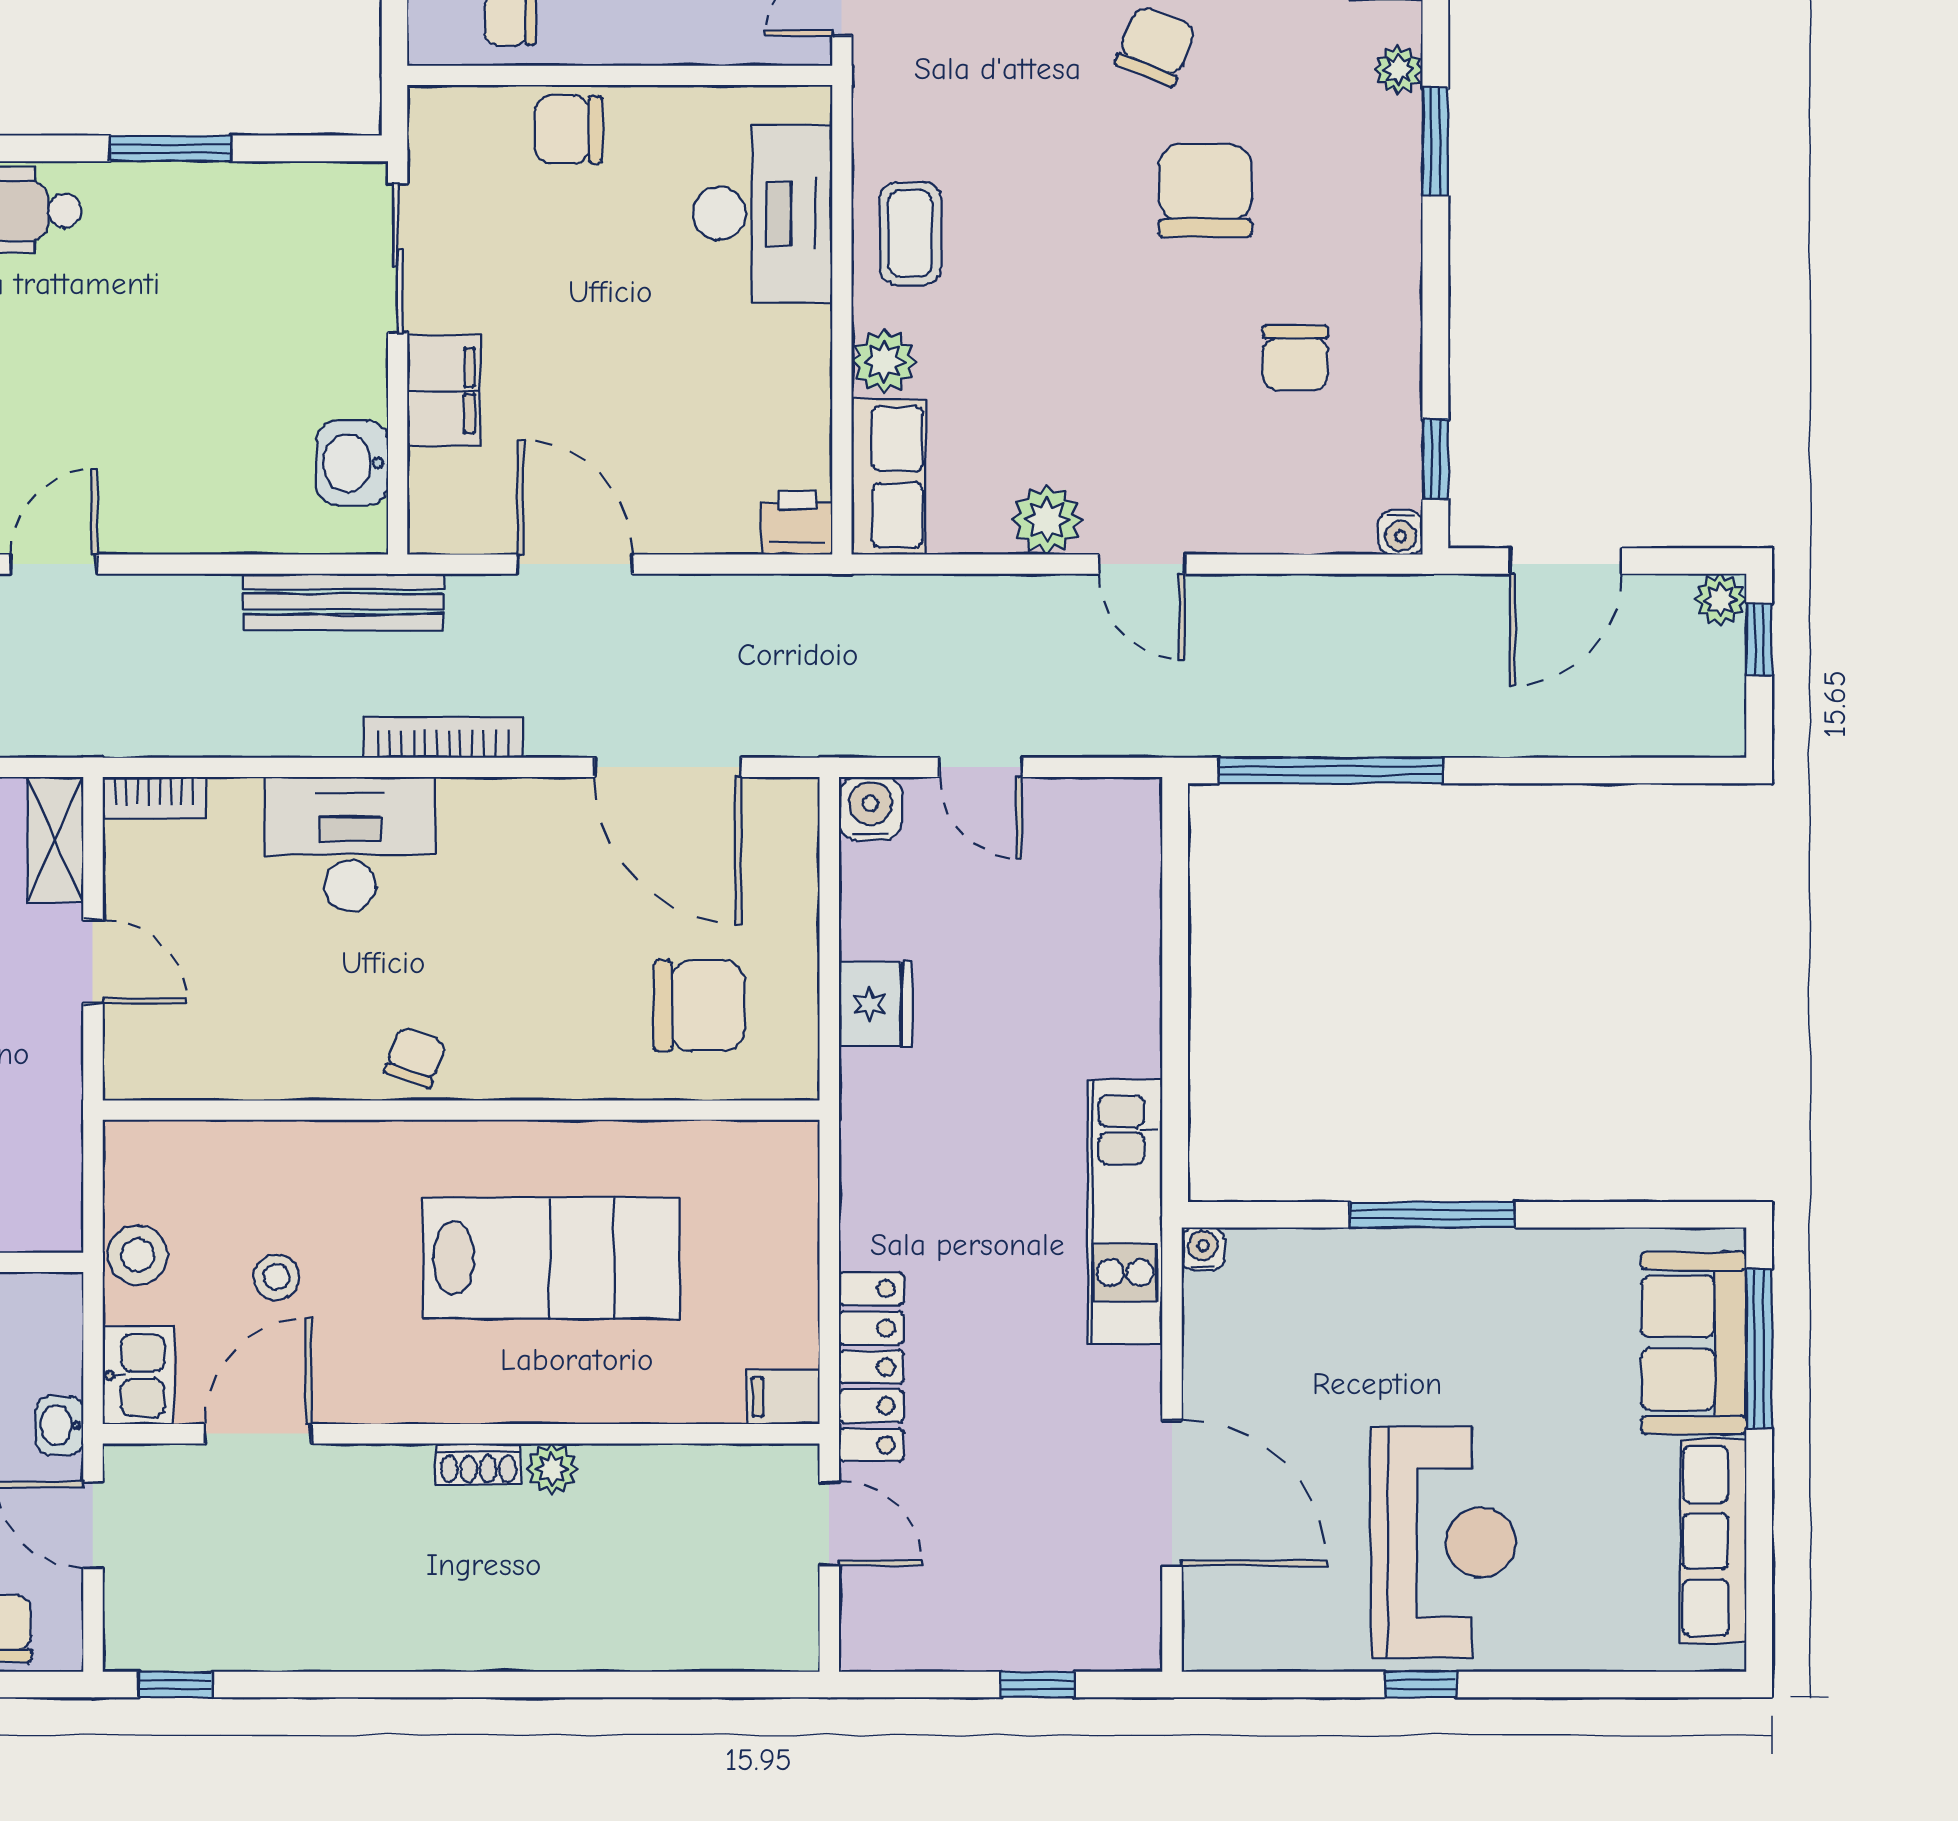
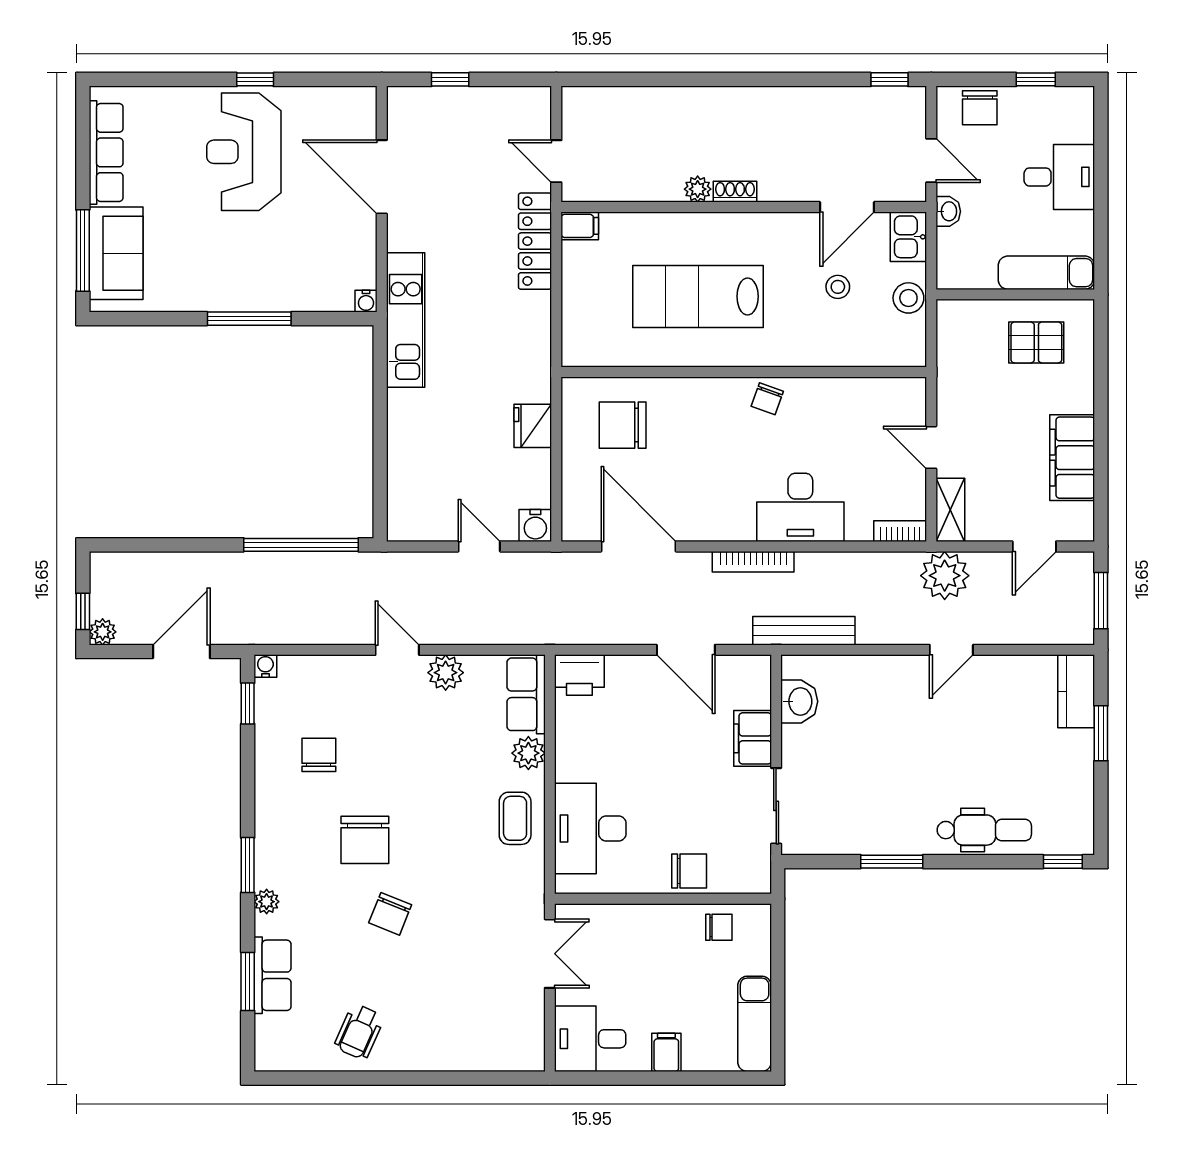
printer: (797, 522) -> (579, 675), width x1.36, depth x1.24
plant: (67, 710) -> (945, 576), added

